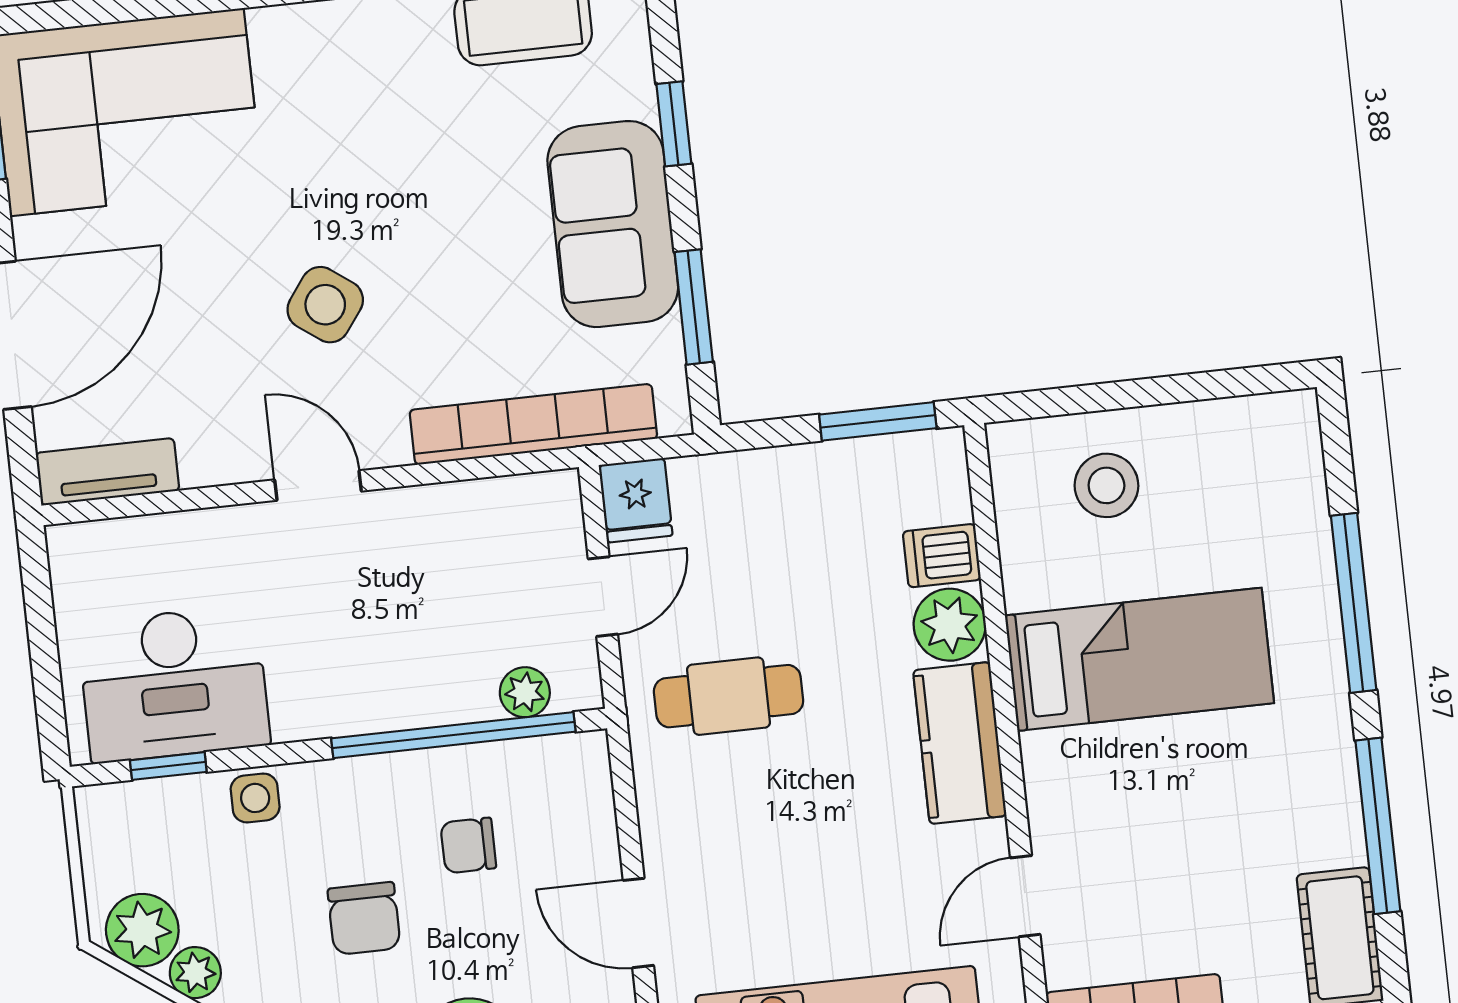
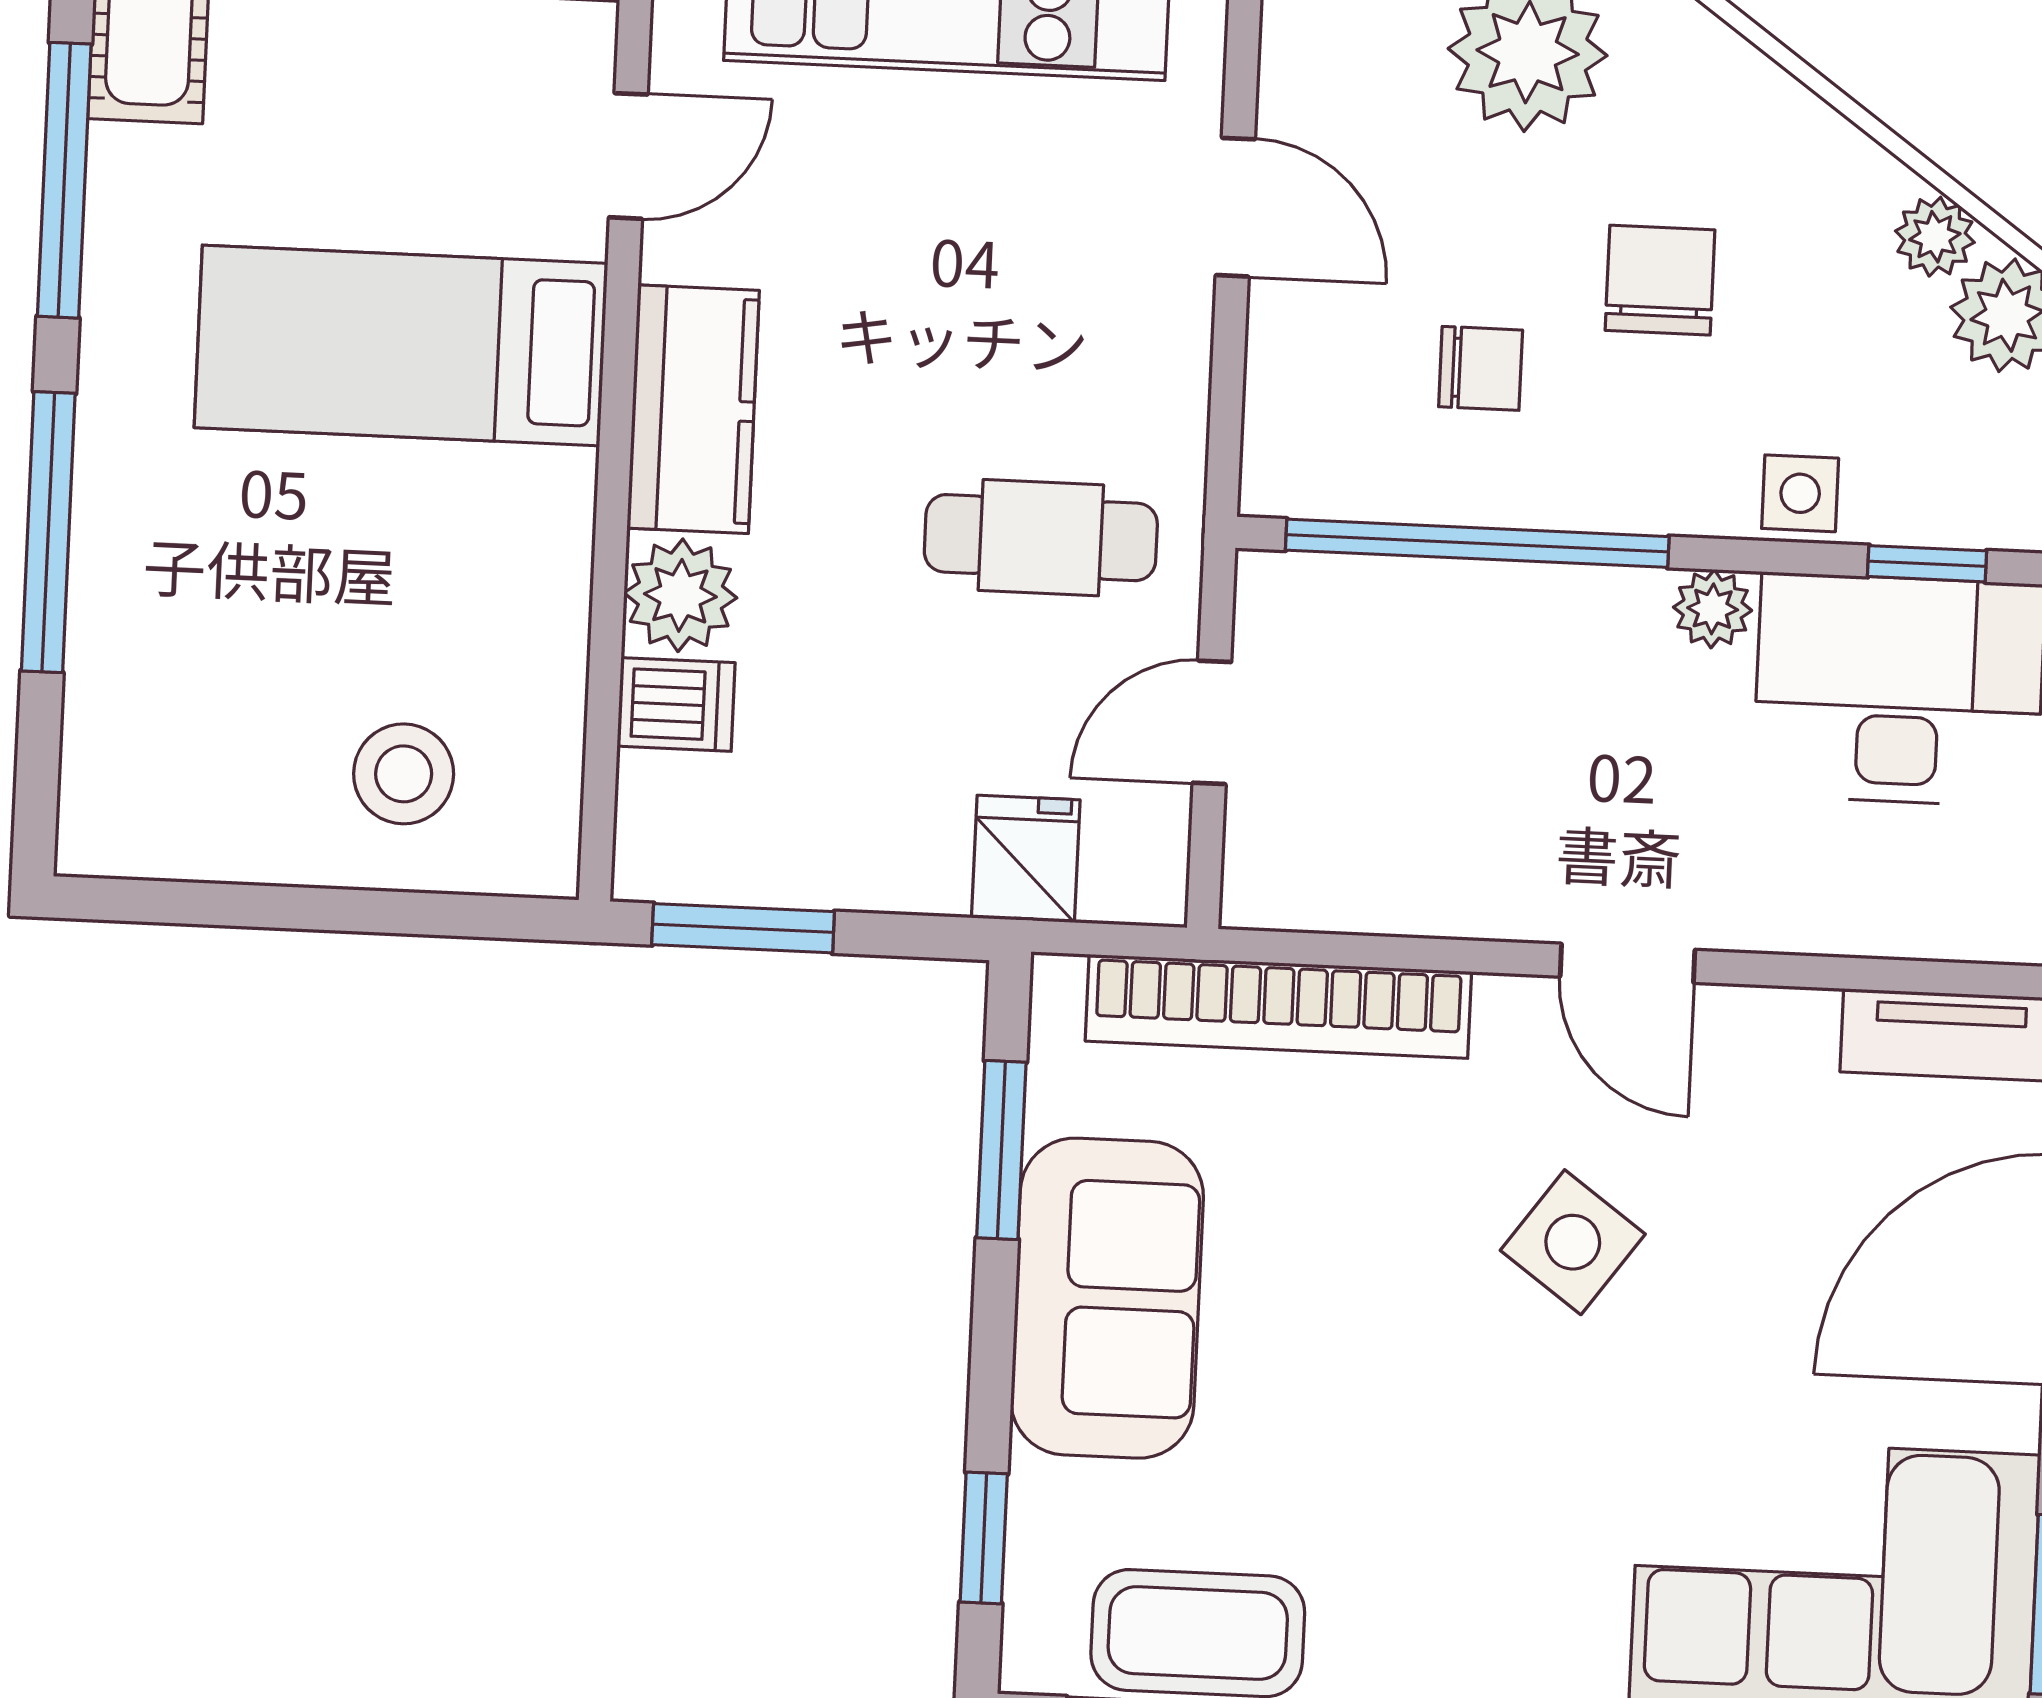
window: (674, 124) -> (984, 1538), moved
fridge: (636, 500) -> (1026, 859), moved
bed: (1139, 659) -> (401, 346), moved
plant: (525, 692) -> (1713, 609), moved

